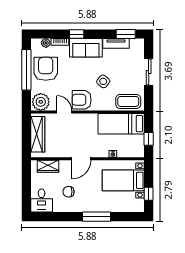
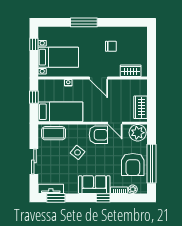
tv unit: (116, 43) -> (51, 189), moved
wardrobe: (38, 134) -> (141, 107), width x0.67
door: (81, 159) -> (99, 78), swing flipped
desk: (42, 201) -> (137, 38), removed

